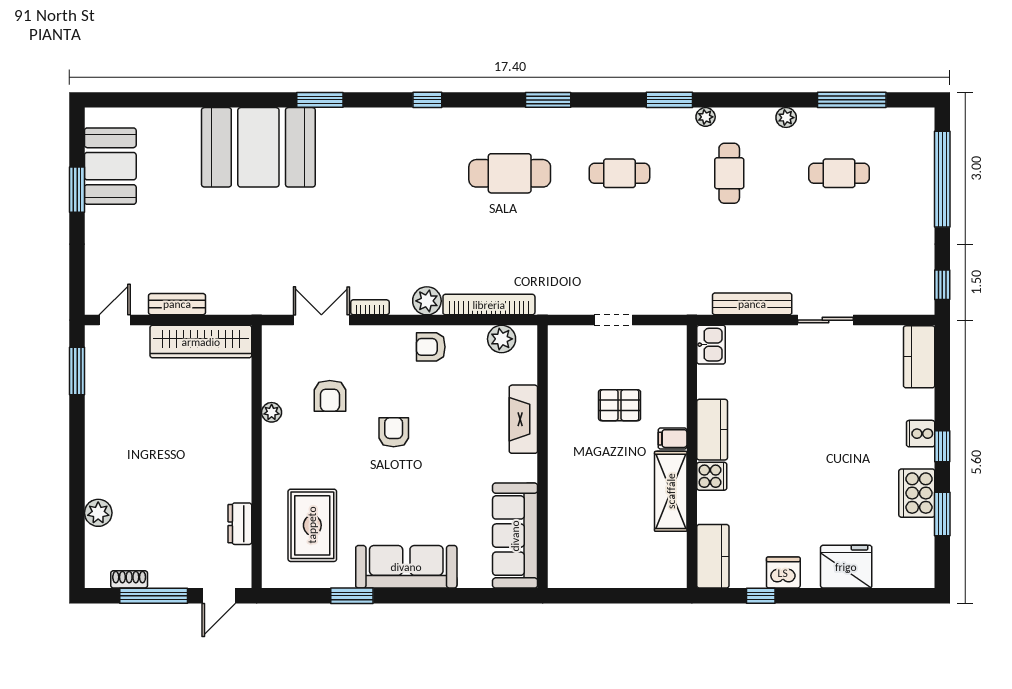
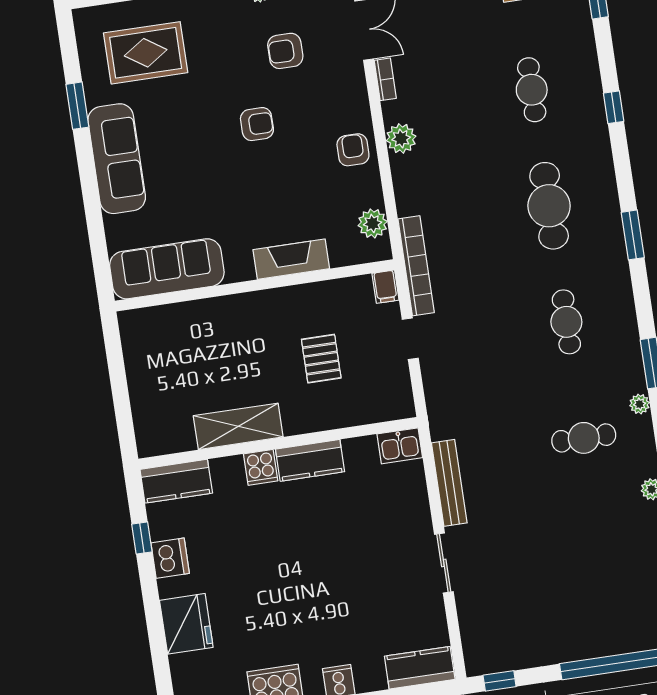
cafe table: (839, 173) -> (532, 90), moved
bookcase: (489, 305) -> (416, 266), moved
filing cabinet: (673, 439) -> (385, 287), moved, turned 180

